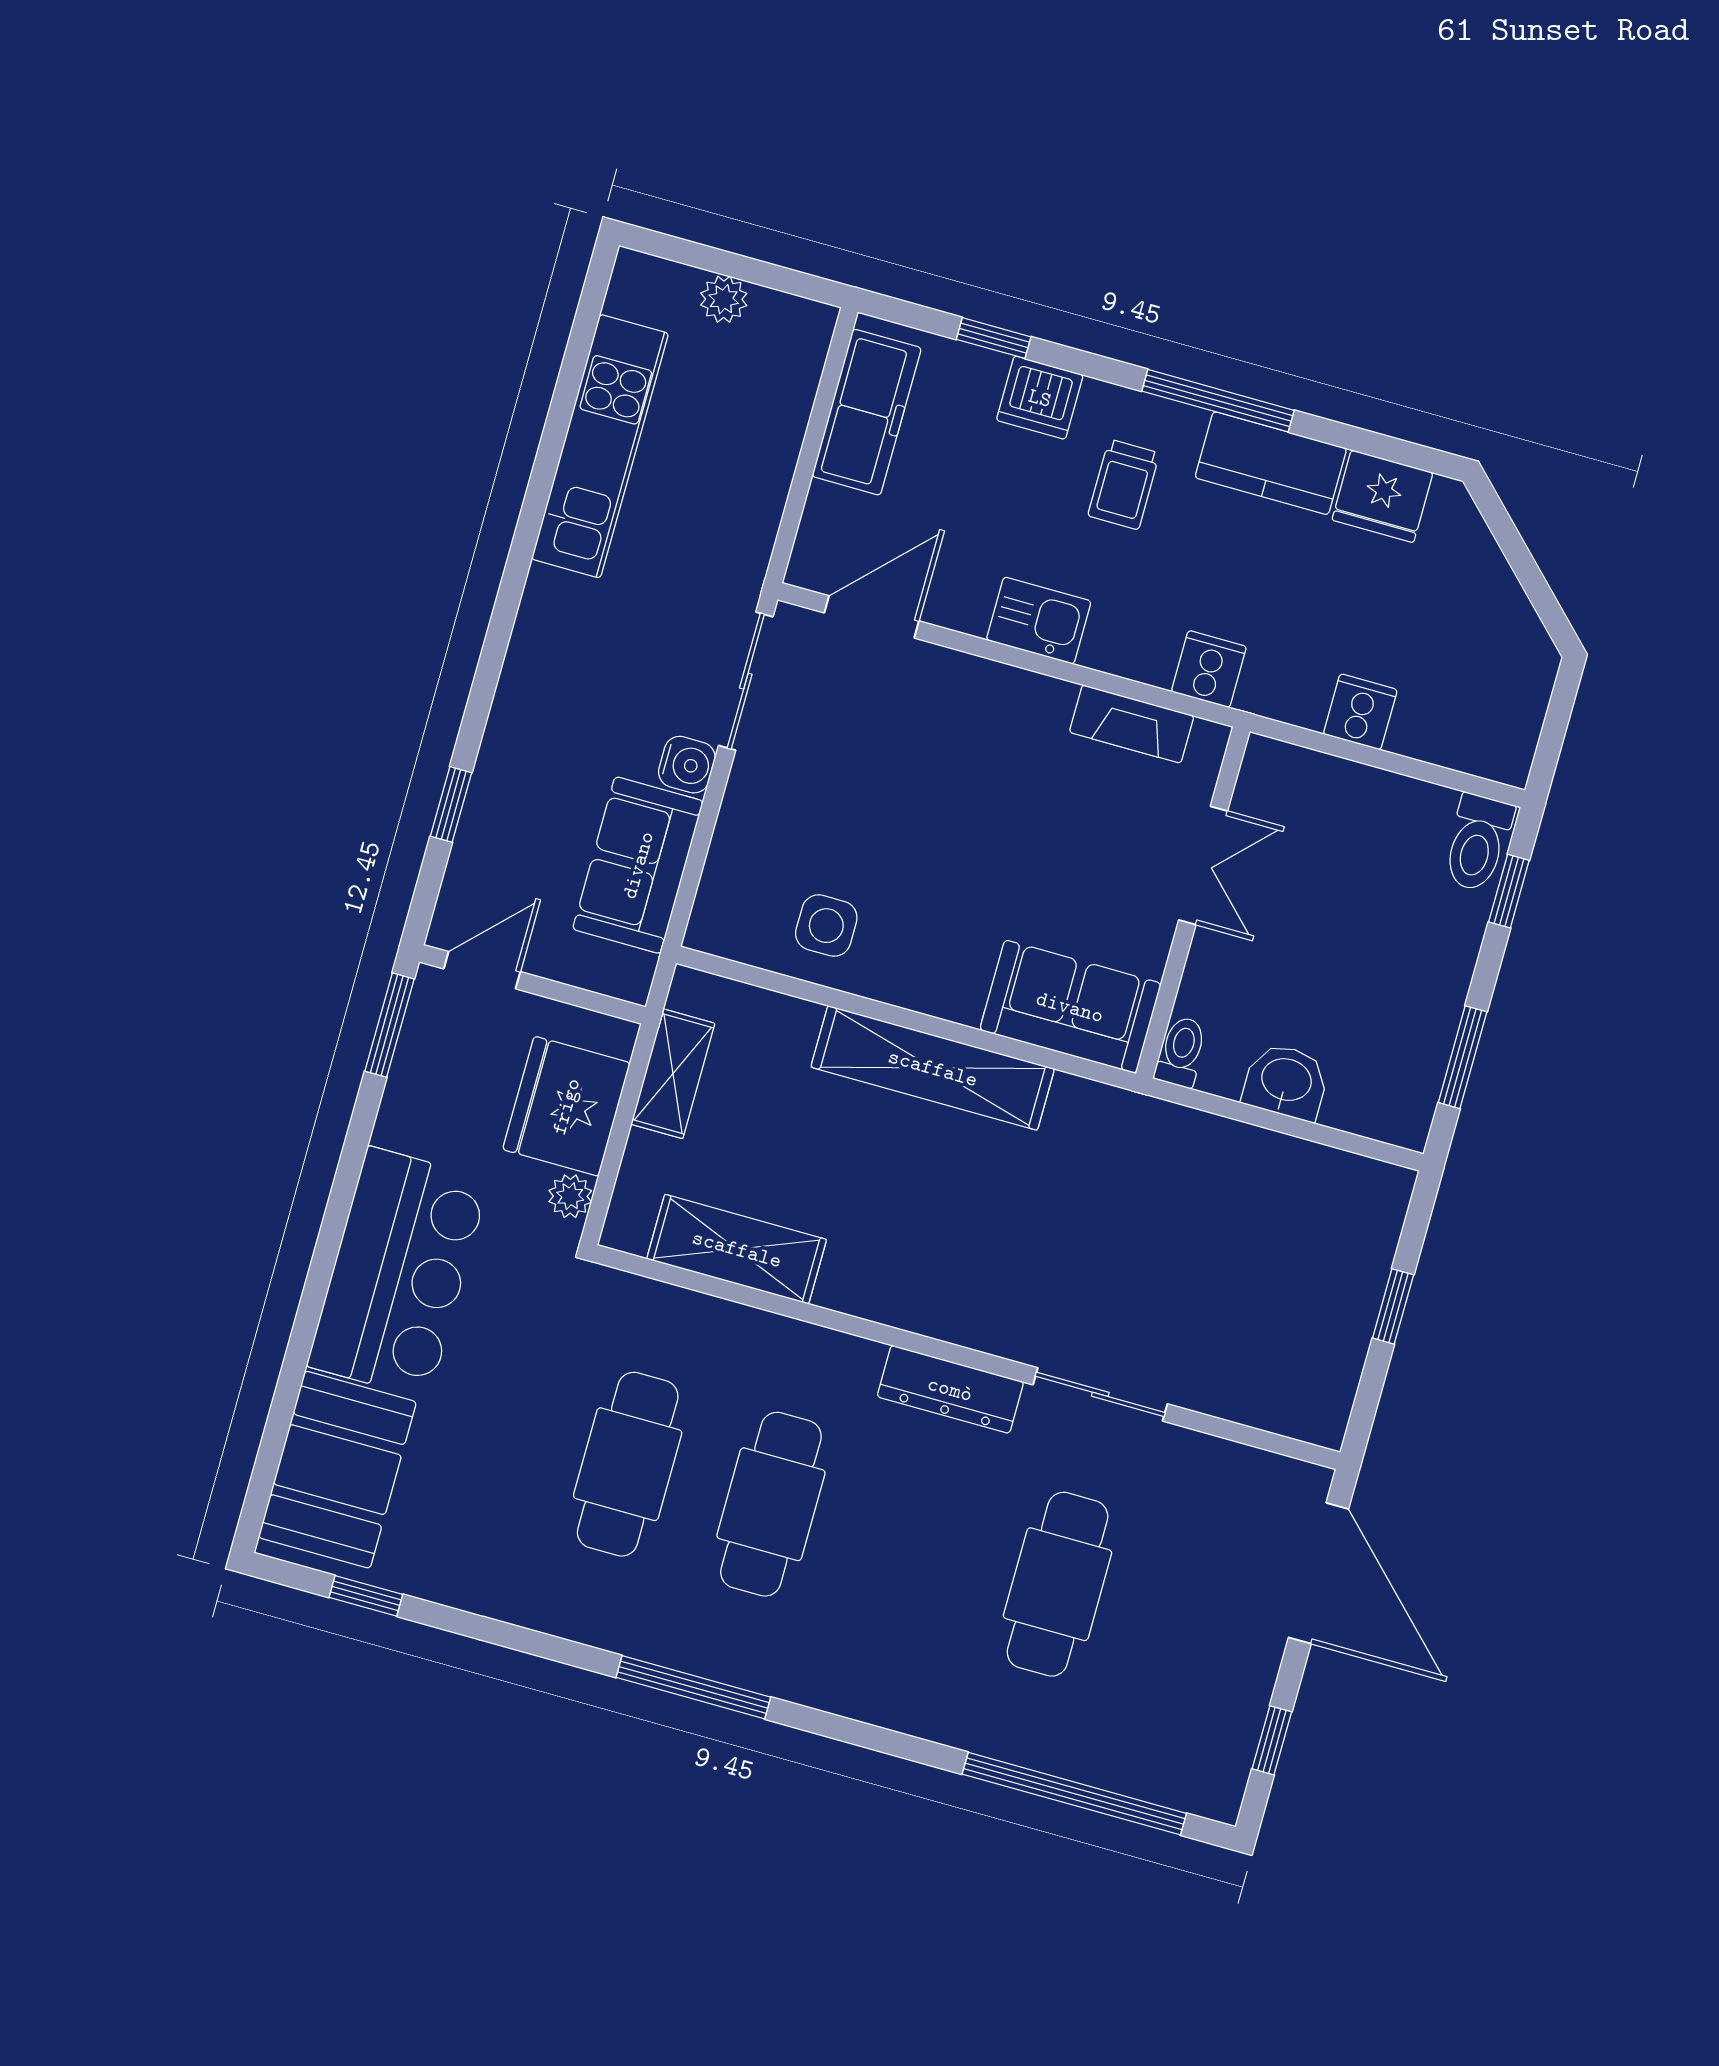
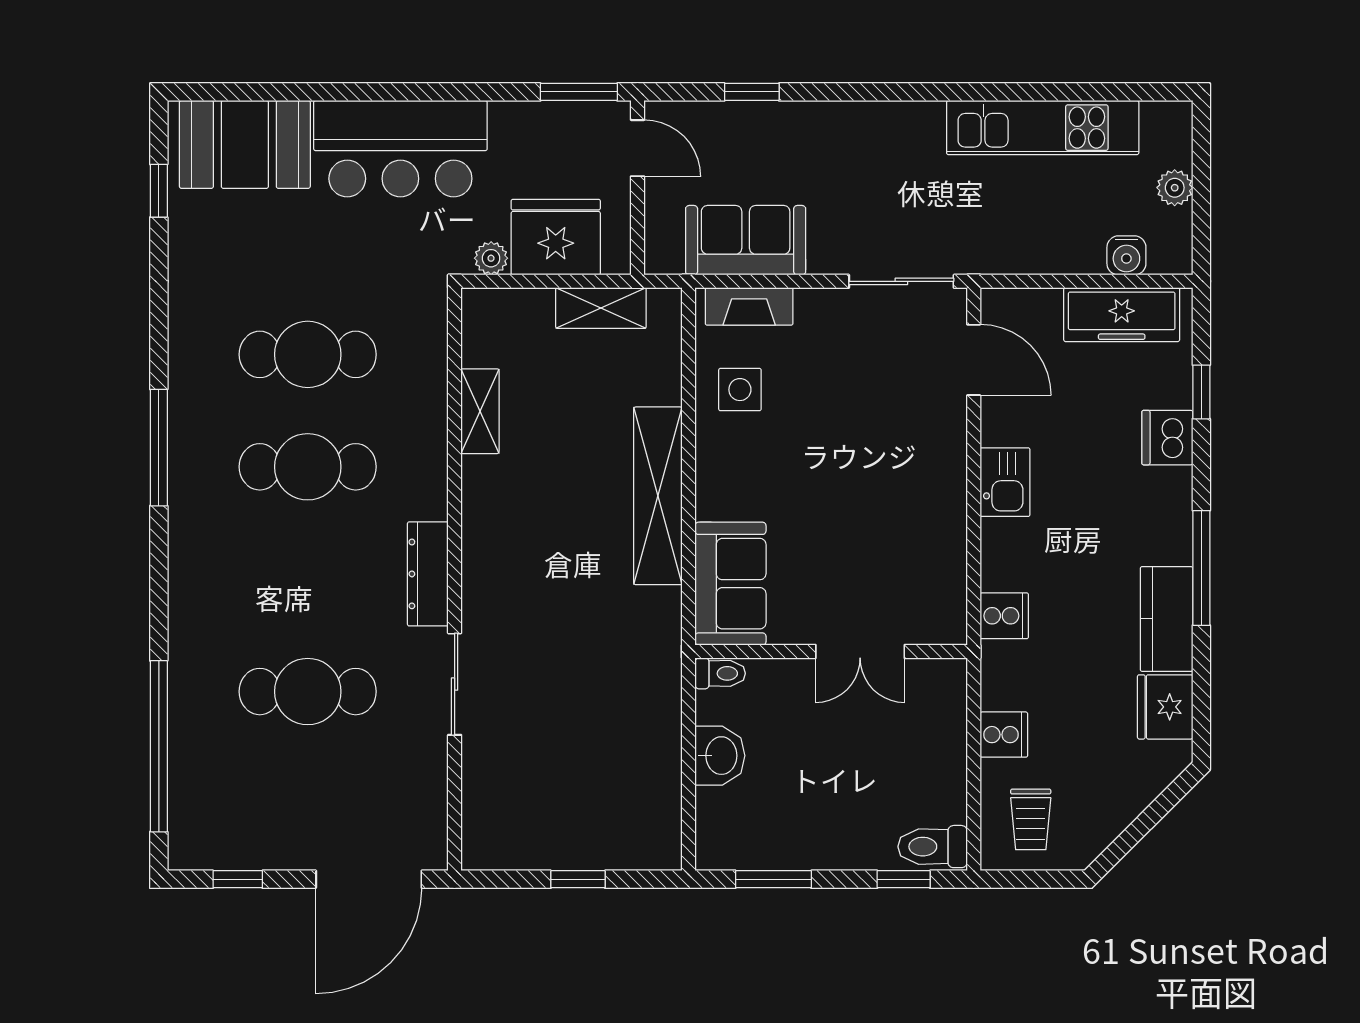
trolley: (1124, 484) -> (1031, 819), moved, turned -90
fireplace: (1132, 724) -> (749, 306), moved, turned -90
water cooler: (687, 765) -> (1126, 255), moved
shelving: (737, 1249) -> (480, 411), width x0.67, depth x0.75

